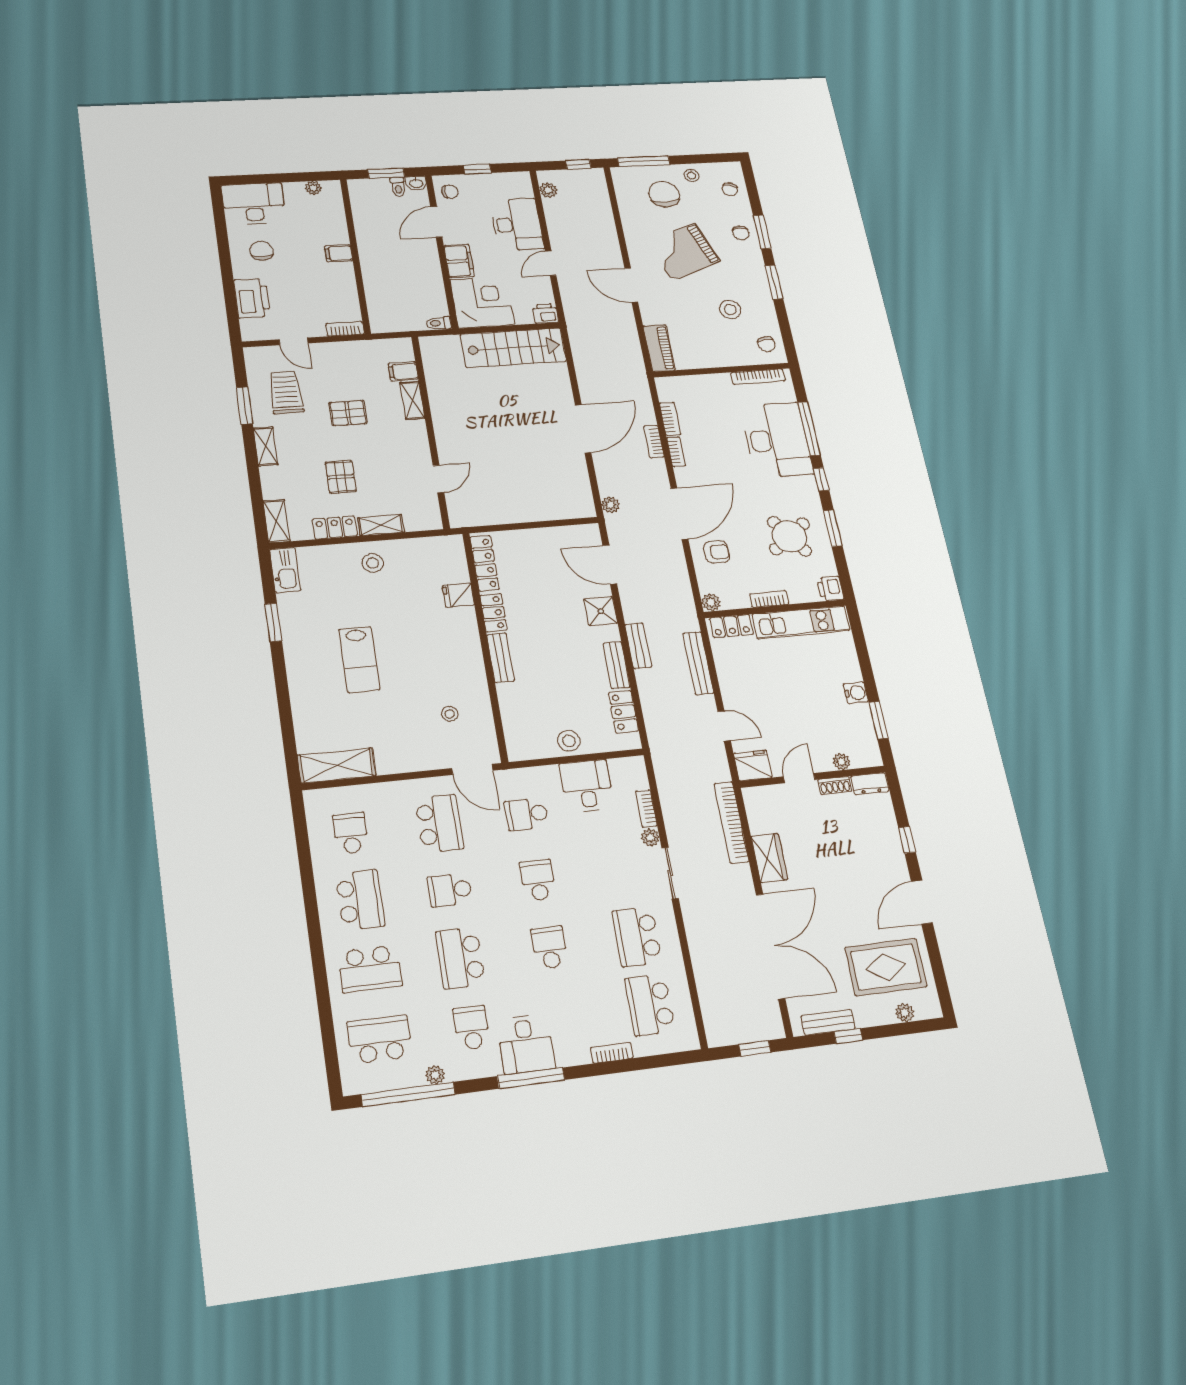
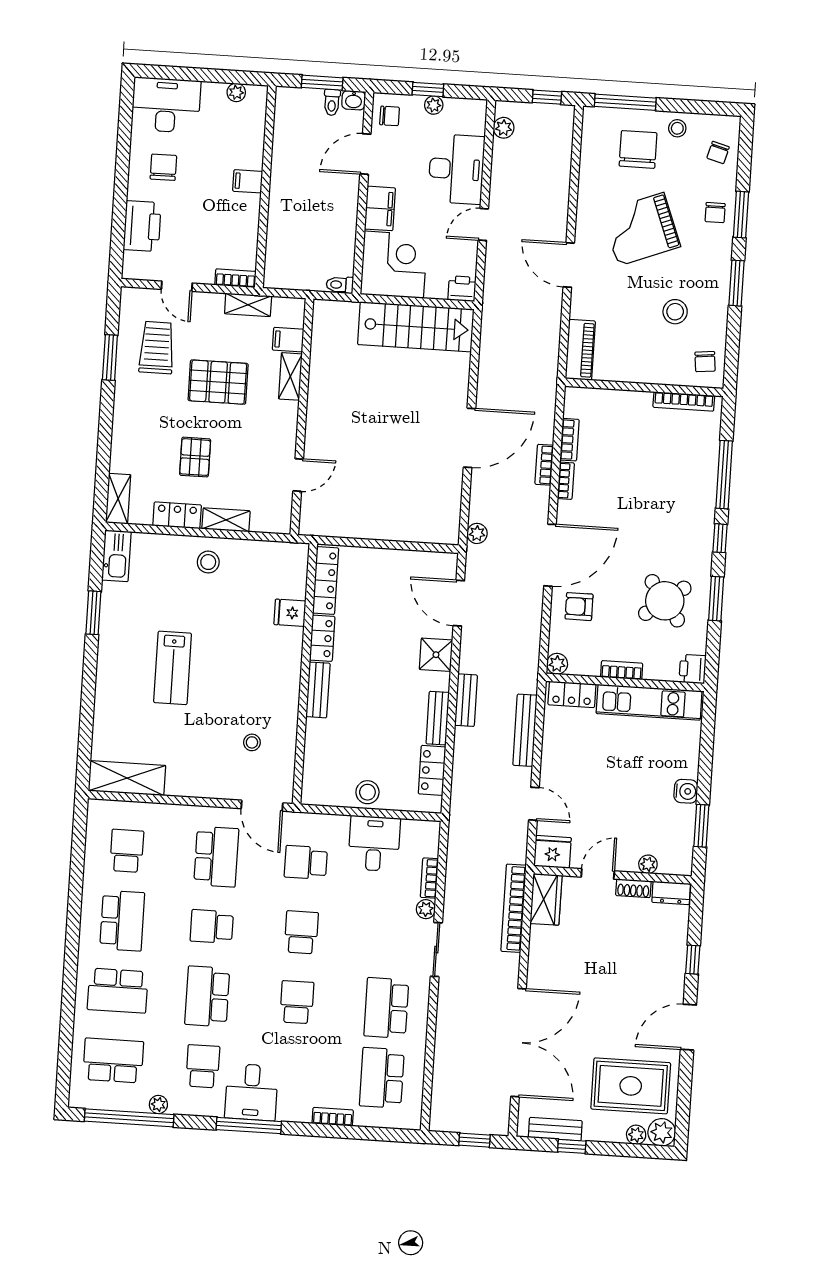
plant: (485, 180) -> (434, 105), added
pallet: (348, 413) -> (218, 382), width x1.50, depth x1.42
desk: (777, 440) -> (683, 483), removed
shelving: (266, 446) -> (248, 305), moved, turned 90
armchair: (717, 552) -> (579, 607), turned 180
wardrobe: (769, 858) -> (546, 899), moved
plant: (927, 1006) -> (662, 1132), added

